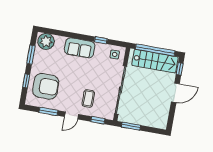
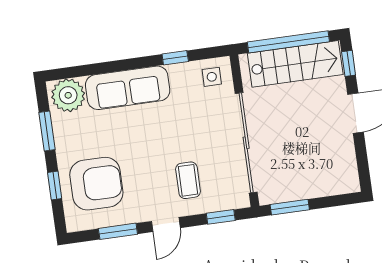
sofa: (80, 48) -> (128, 88), width x1.36

